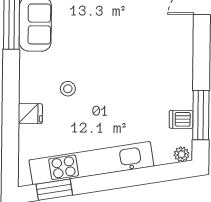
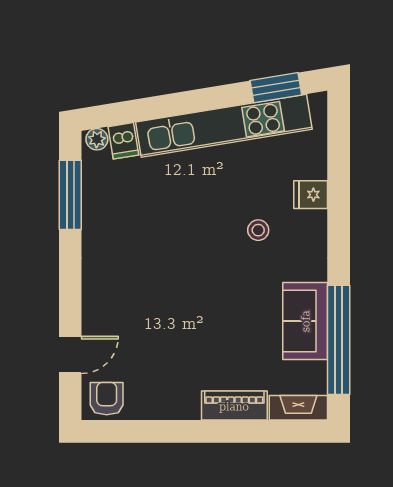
dishwasher: (181, 119) -> (123, 141), moved, turned 81

